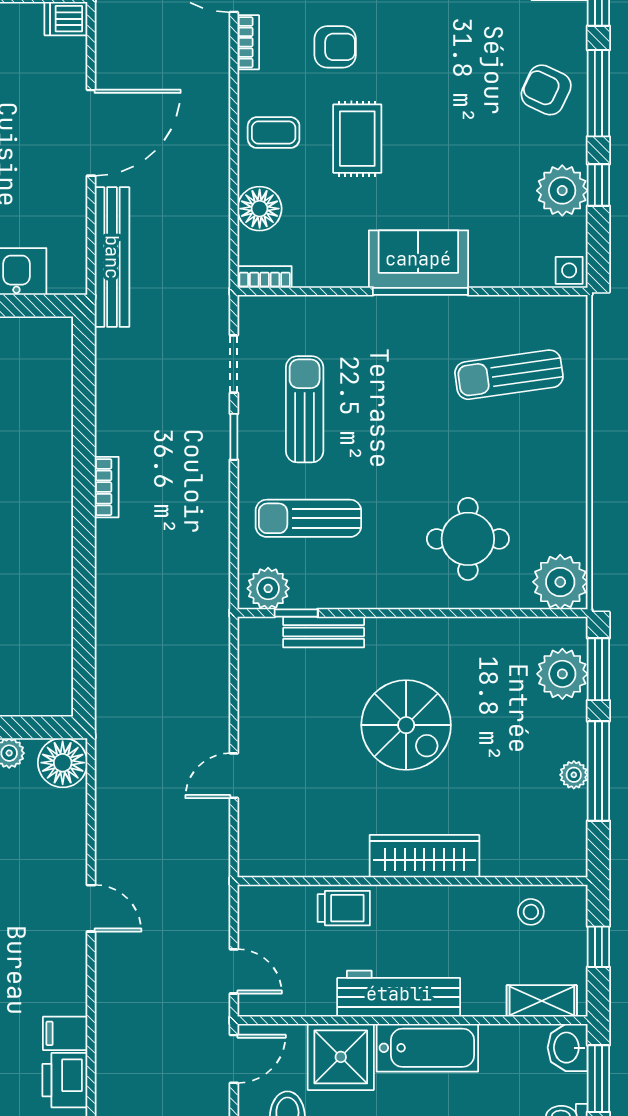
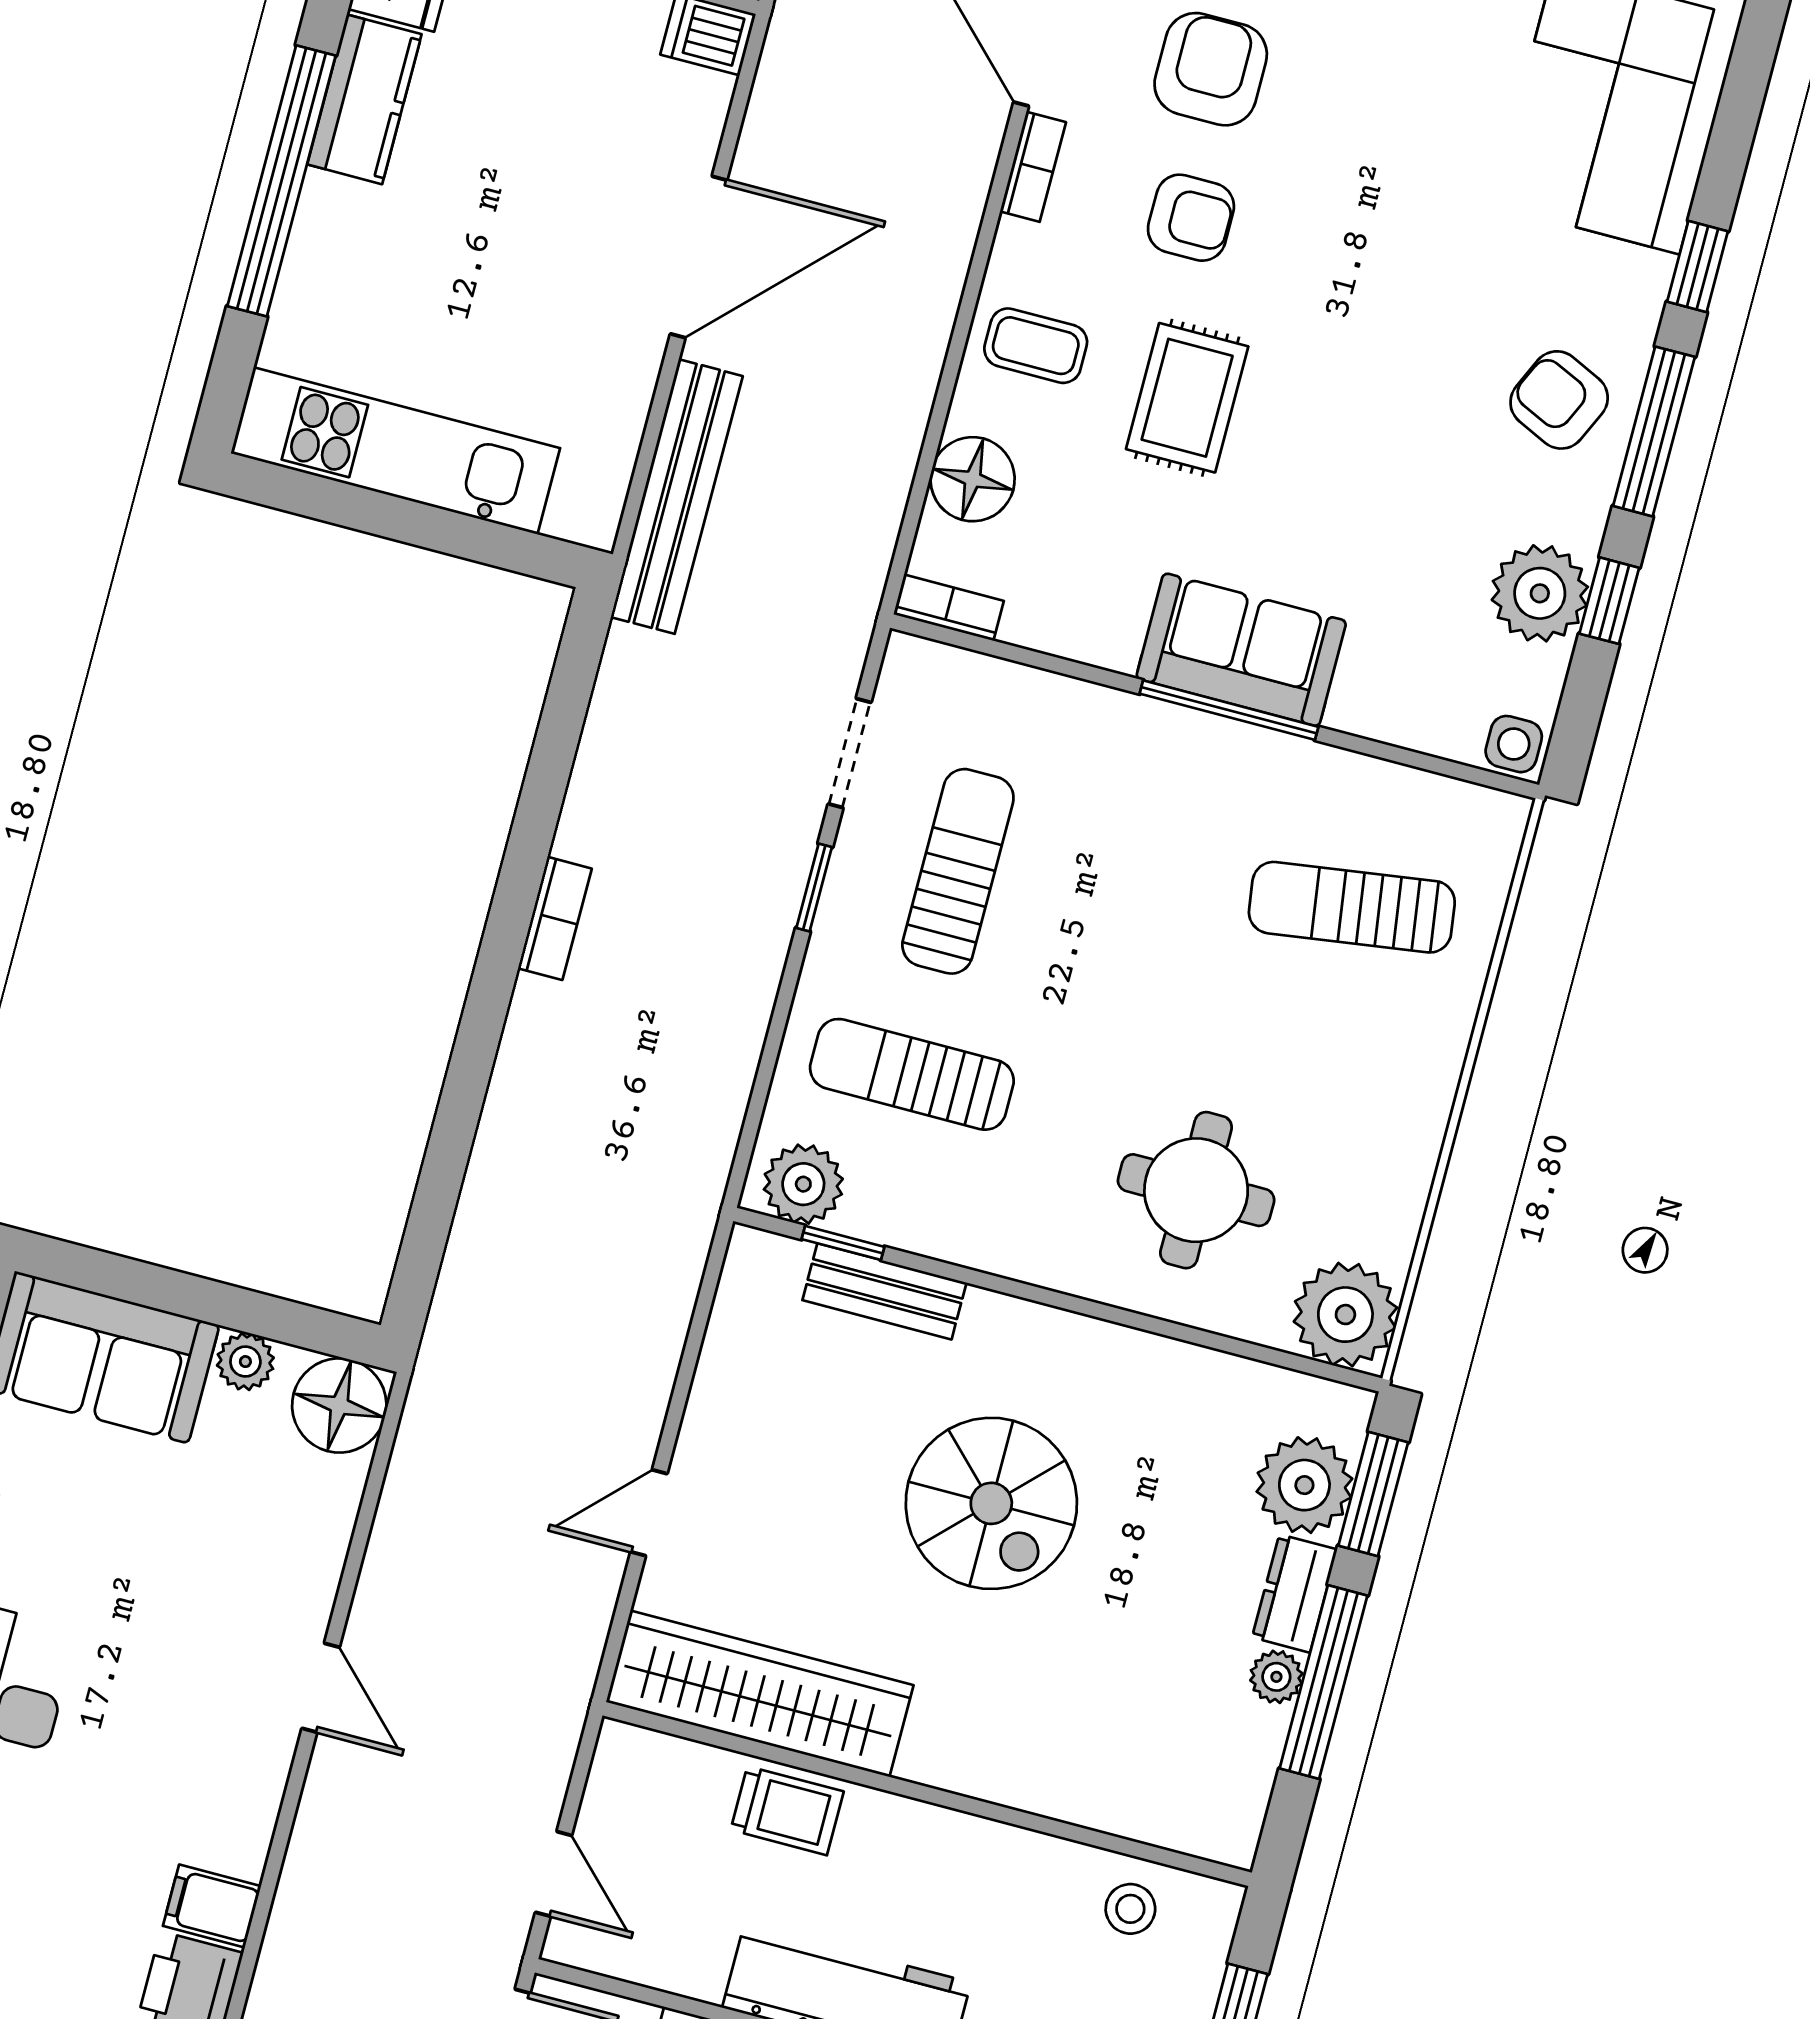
dresser: (572, 730) -> (1295, 1593), added
wardrobe: (424, 856) -> (760, 1694), moved, width x1.40, depth x1.17

